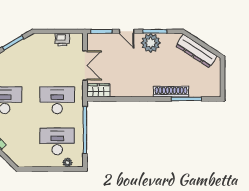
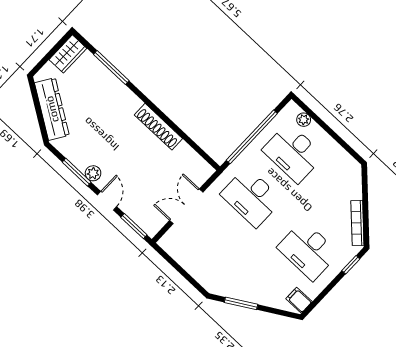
printer: (62, 40) -> (184, 257), removed
plant: (151, 43) -> (93, 173), width x0.53, depth x0.53
wardrobe: (98, 90) -> (68, 54), moved, turned -90
shoe rack: (171, 92) -> (158, 127), moved

